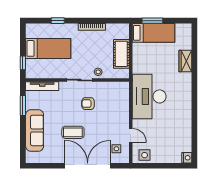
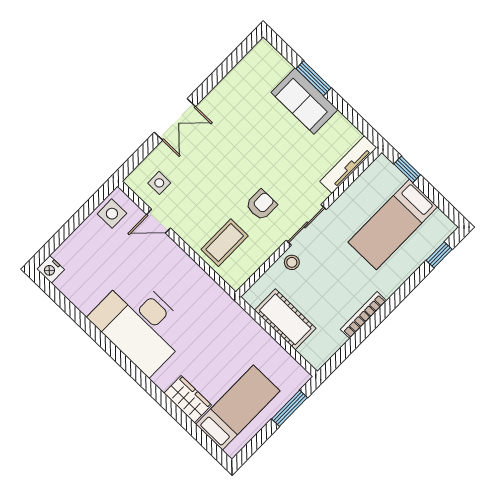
window: (58, 21) -> (439, 255), moved
bed: (153, 33) -> (238, 408), moved, turned 180
desk: (149, 96) -> (140, 324), moved, turned 180
window: (23, 106) -> (314, 78), moved
sofa: (35, 130) -> (304, 101), width x0.73
coffee table: (73, 132) -> (225, 243), moved
double door: (88, 166) -> (175, 119), width x0.54

